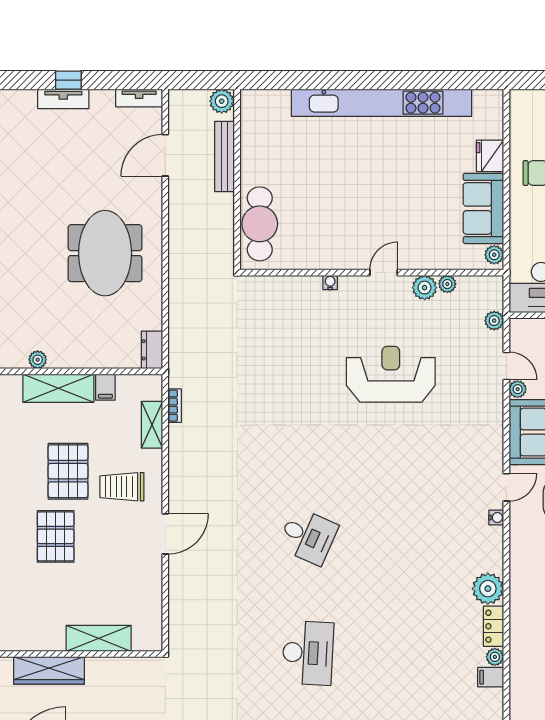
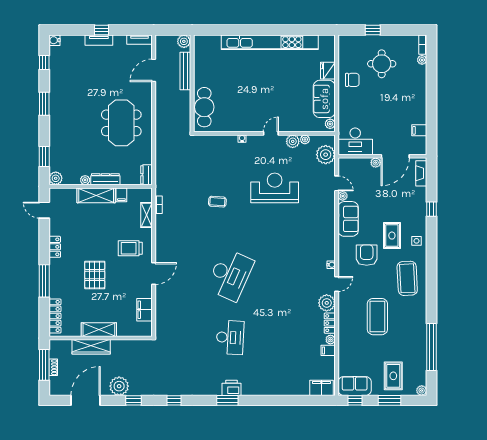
plant: (494, 321) -> (326, 155), width x1.88, depth x1.88
dresser: (75, 358) -> (105, 179), added
coffee table: (284, 400) -> (217, 202), added
pallet: (68, 471) -> (101, 240), removed
door: (506, 487) -> (337, 284), moved
desk: (308, 536) -> (230, 275), width x1.87, depth x1.30
filing cabinet: (148, 601) -> (145, 310), added
shelving: (99, 638) -> (99, 330), moved

